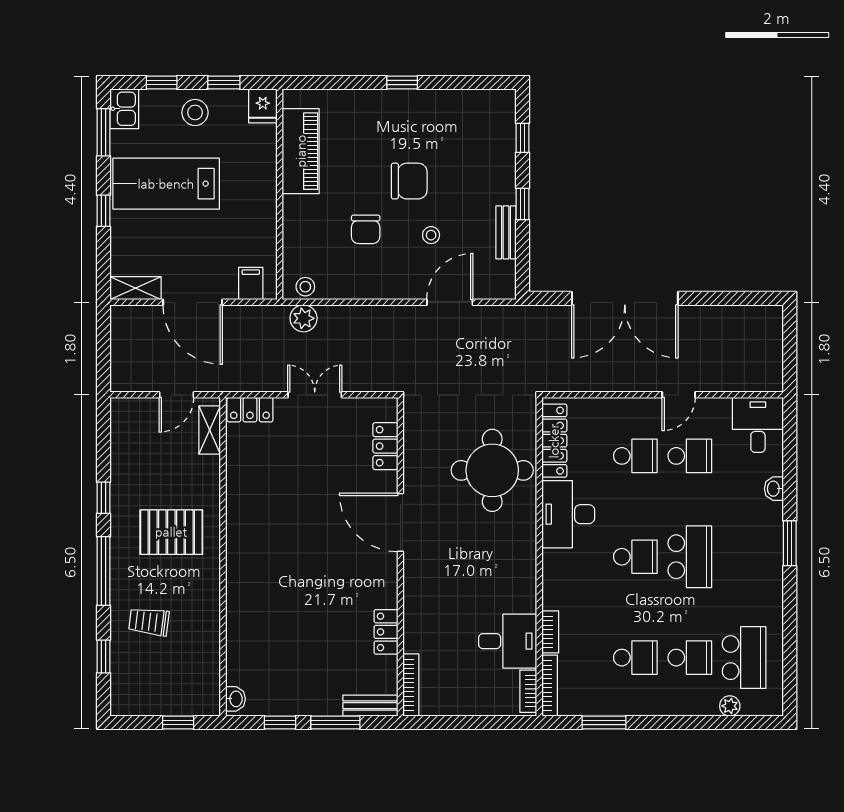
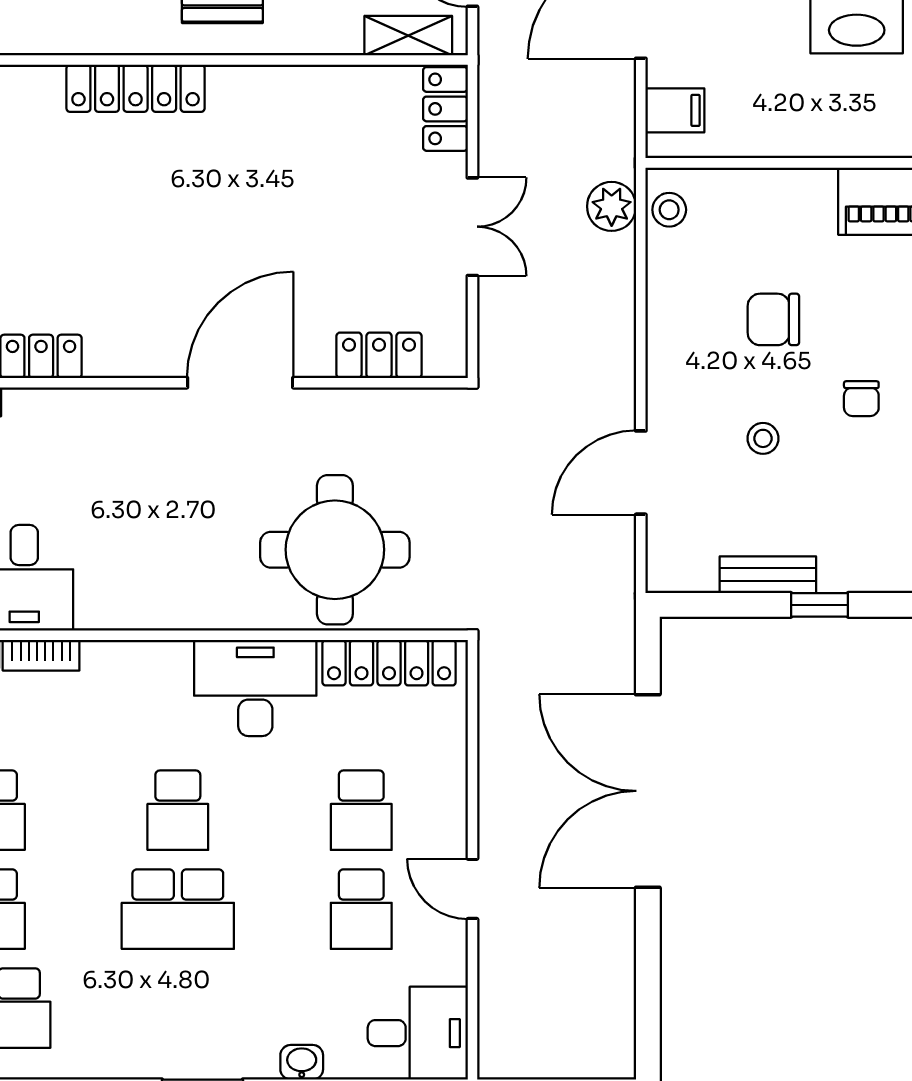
chair: (409, 181) -> (861, 399), width x0.54, depth x0.54
door: (450, 302) -> (641, 473), swing flipped
locker: (239, 580) -> (136, 88), added

